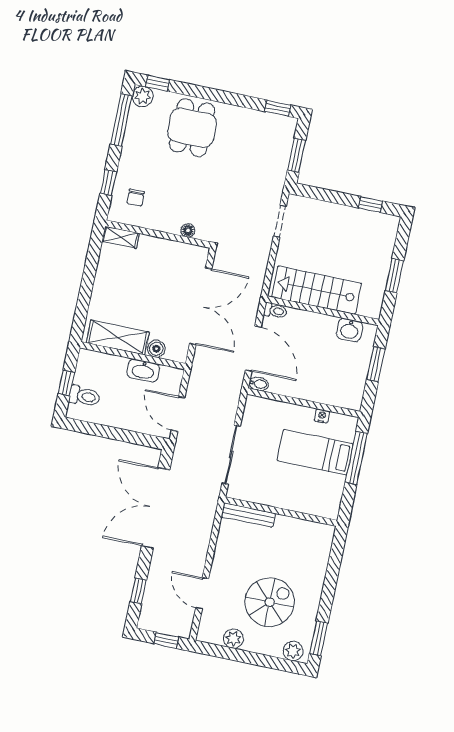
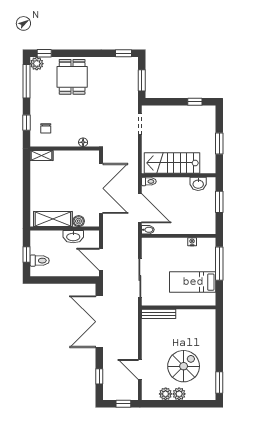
bed: (315, 452) -> (193, 282), moved
plant: (293, 651) -> (179, 394), moved

